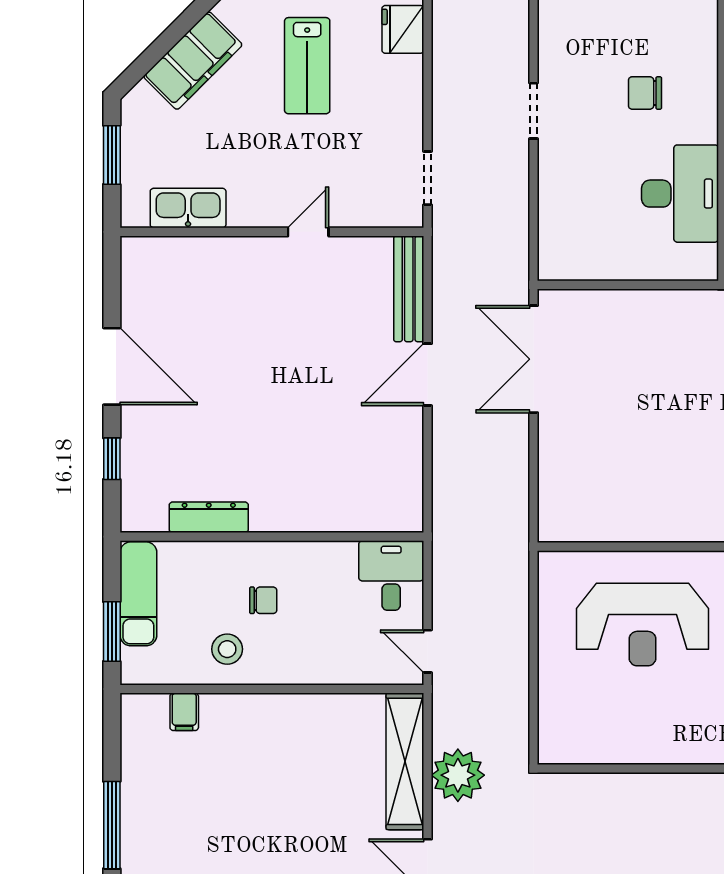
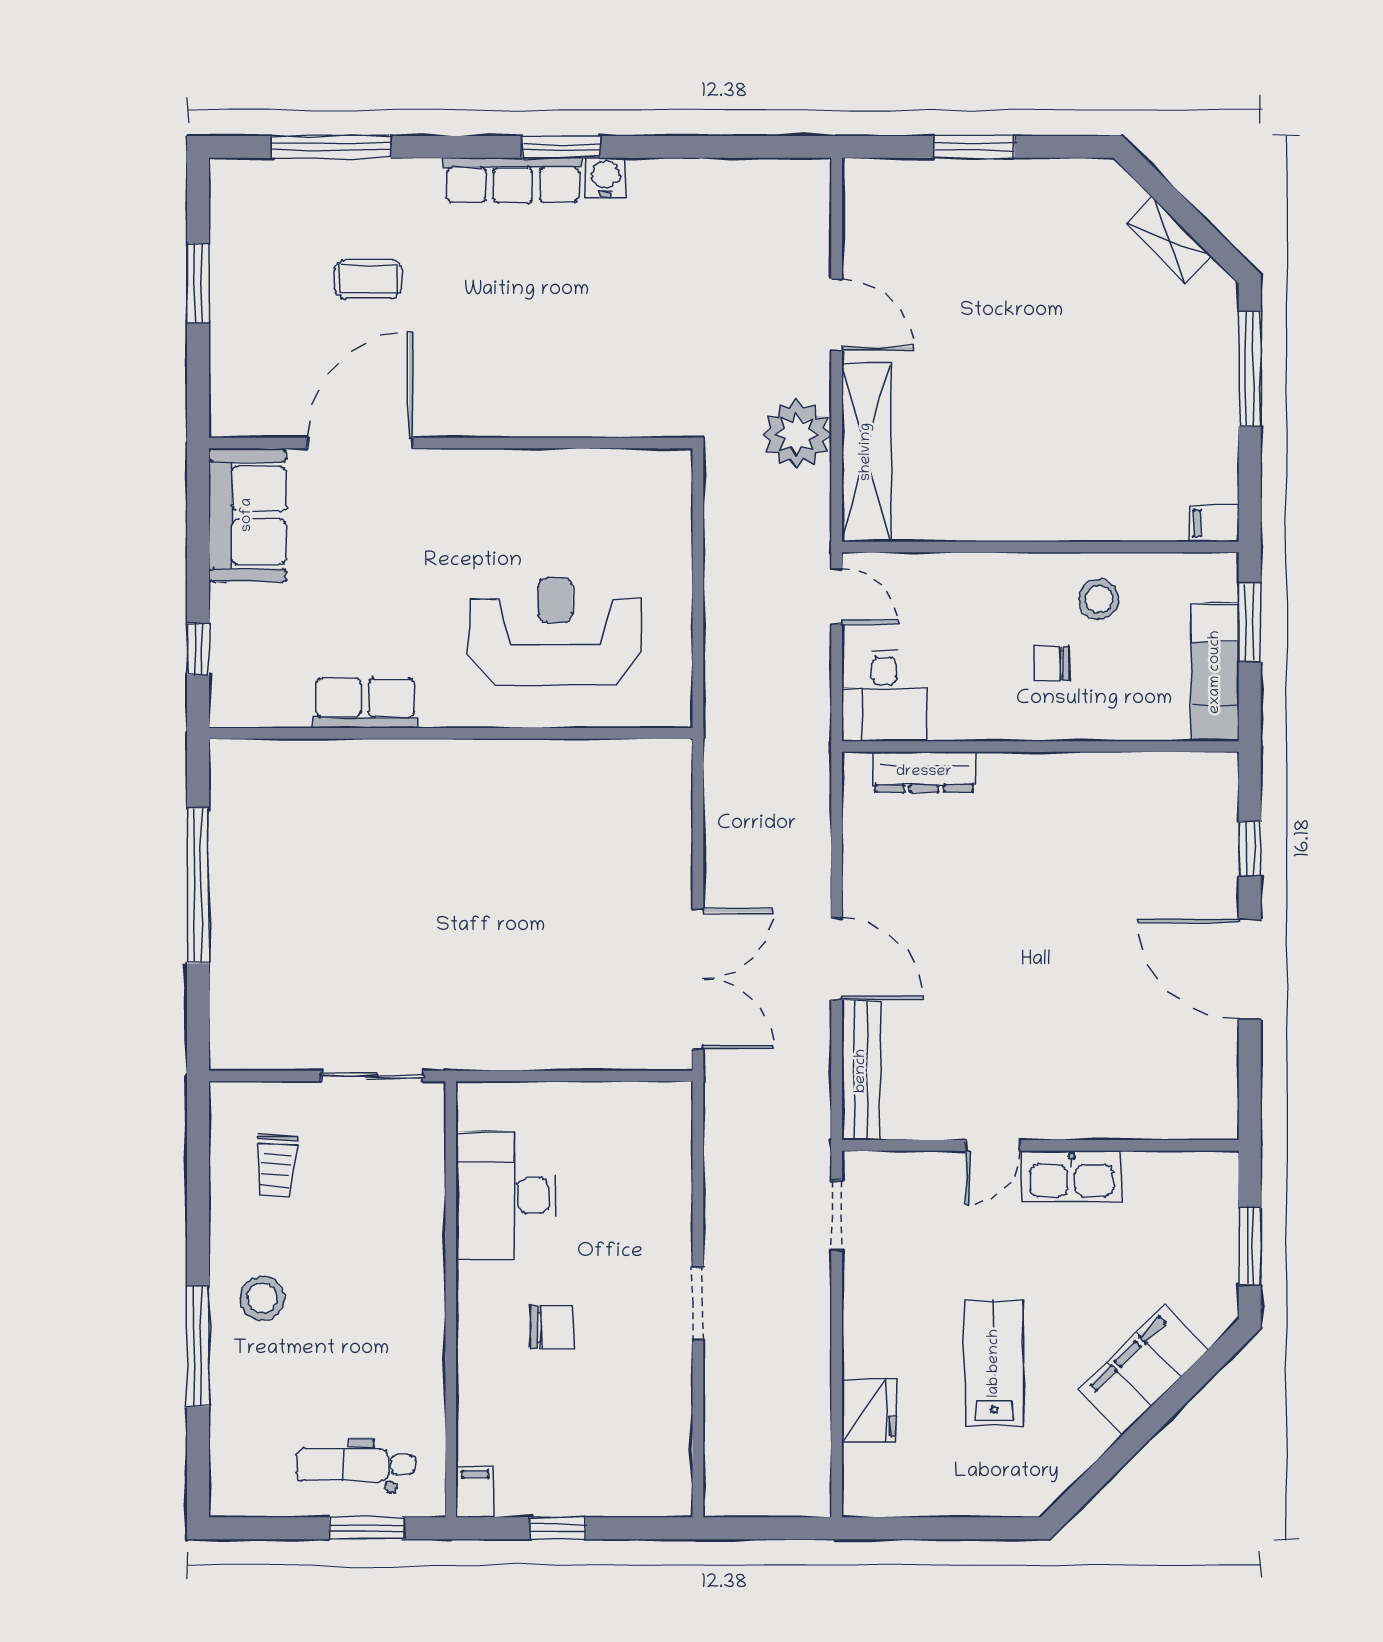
kitchen sink: (188, 208) -> (1071, 1177), moved
door: (427, 375) -> (837, 959), hinge flipped
dresser: (209, 517) -> (924, 772), moved
filing cabinet: (184, 712) -> (1214, 523), moved, turned -90

